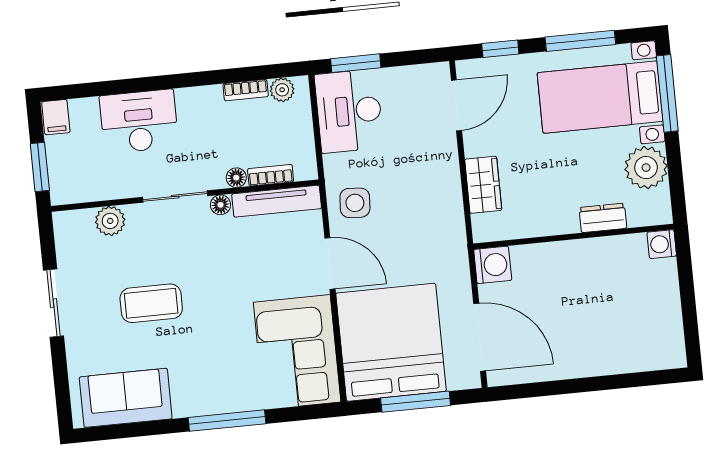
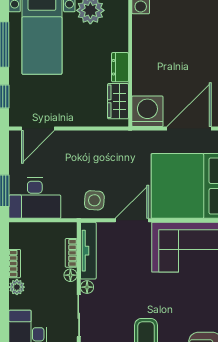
plant: (282, 90) -> (17, 287), moved
door: (456, 105) -> (38, 129), swing flipped
wardrobe: (483, 185) -> (118, 101), moved, turned -90
dresser: (603, 218) -> (120, 67), moved
washing machine: (493, 265) -> (147, 111), width x1.37, depth x1.37

